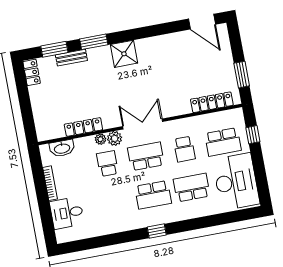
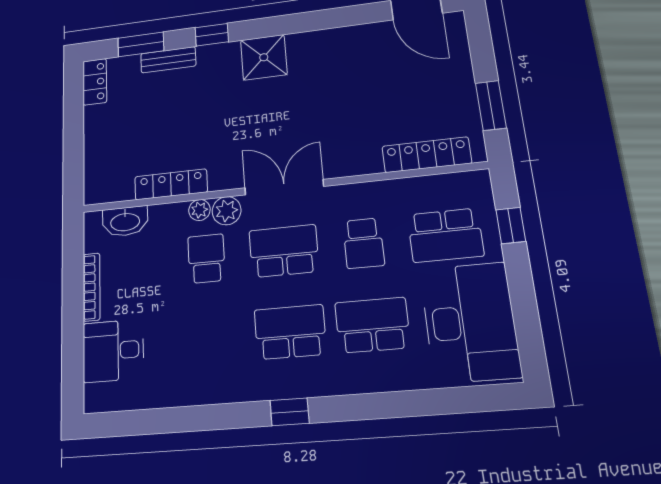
window: (94, 42) -> (212, 35), width x0.67
school desk: (153, 195) -> (290, 332), turned 180

